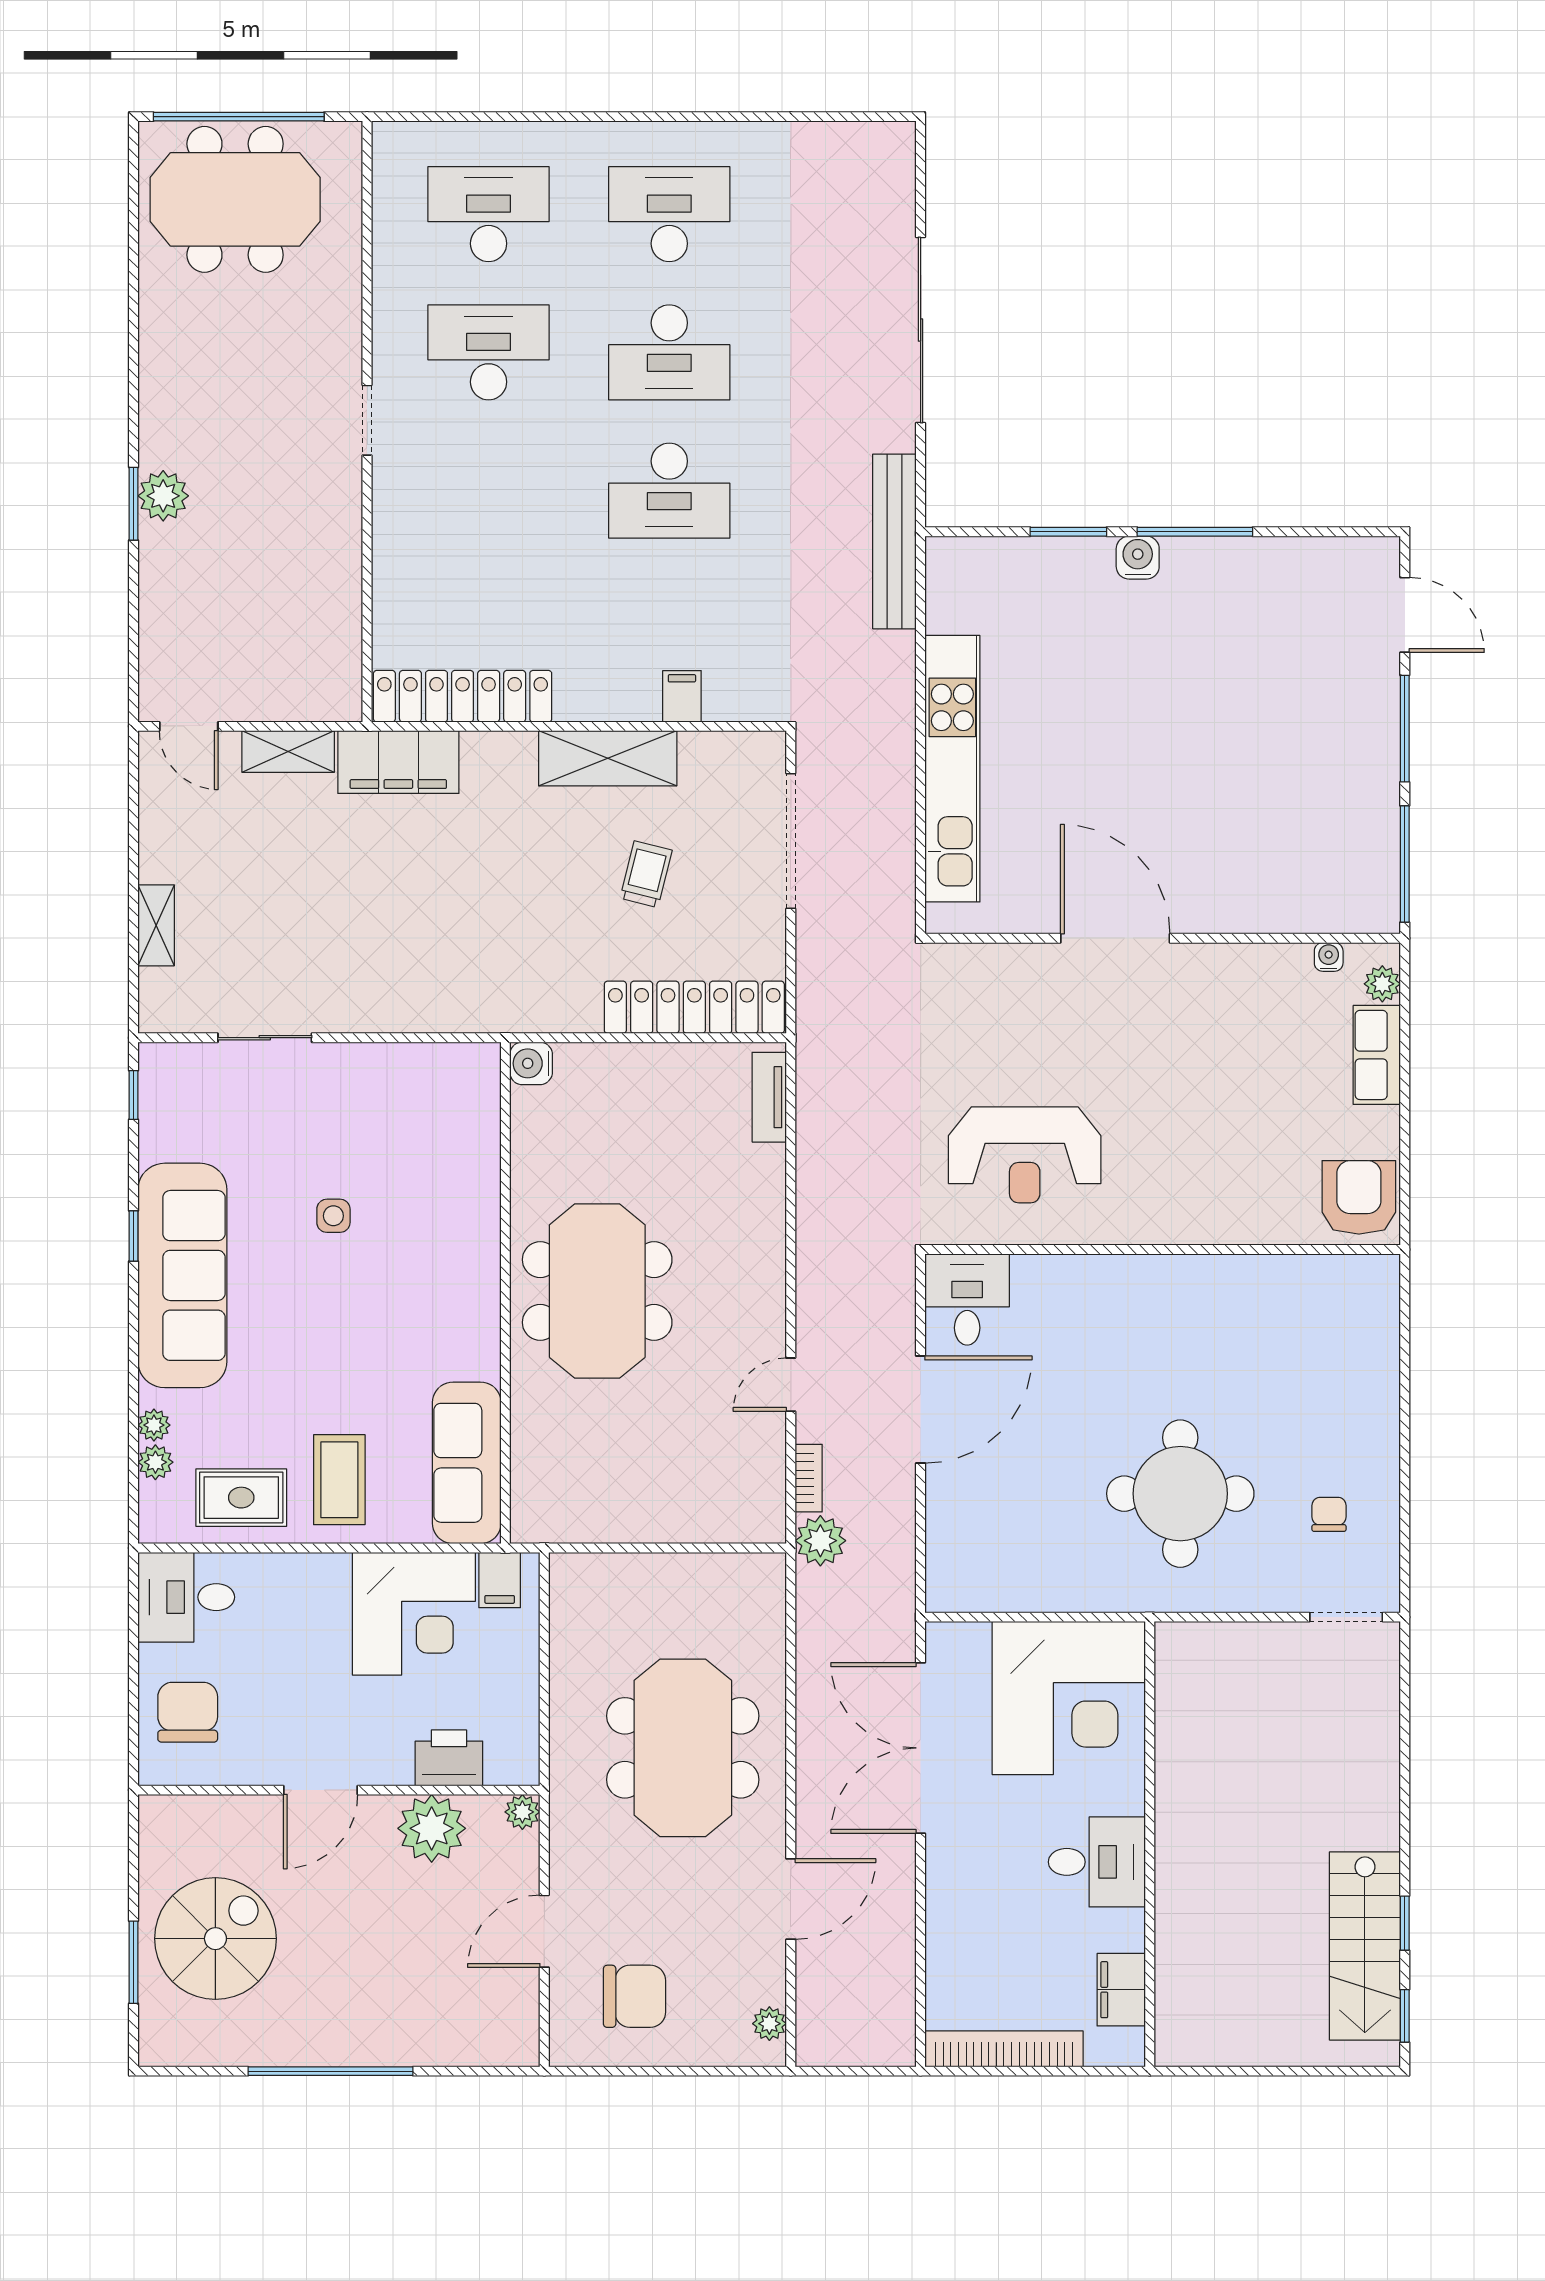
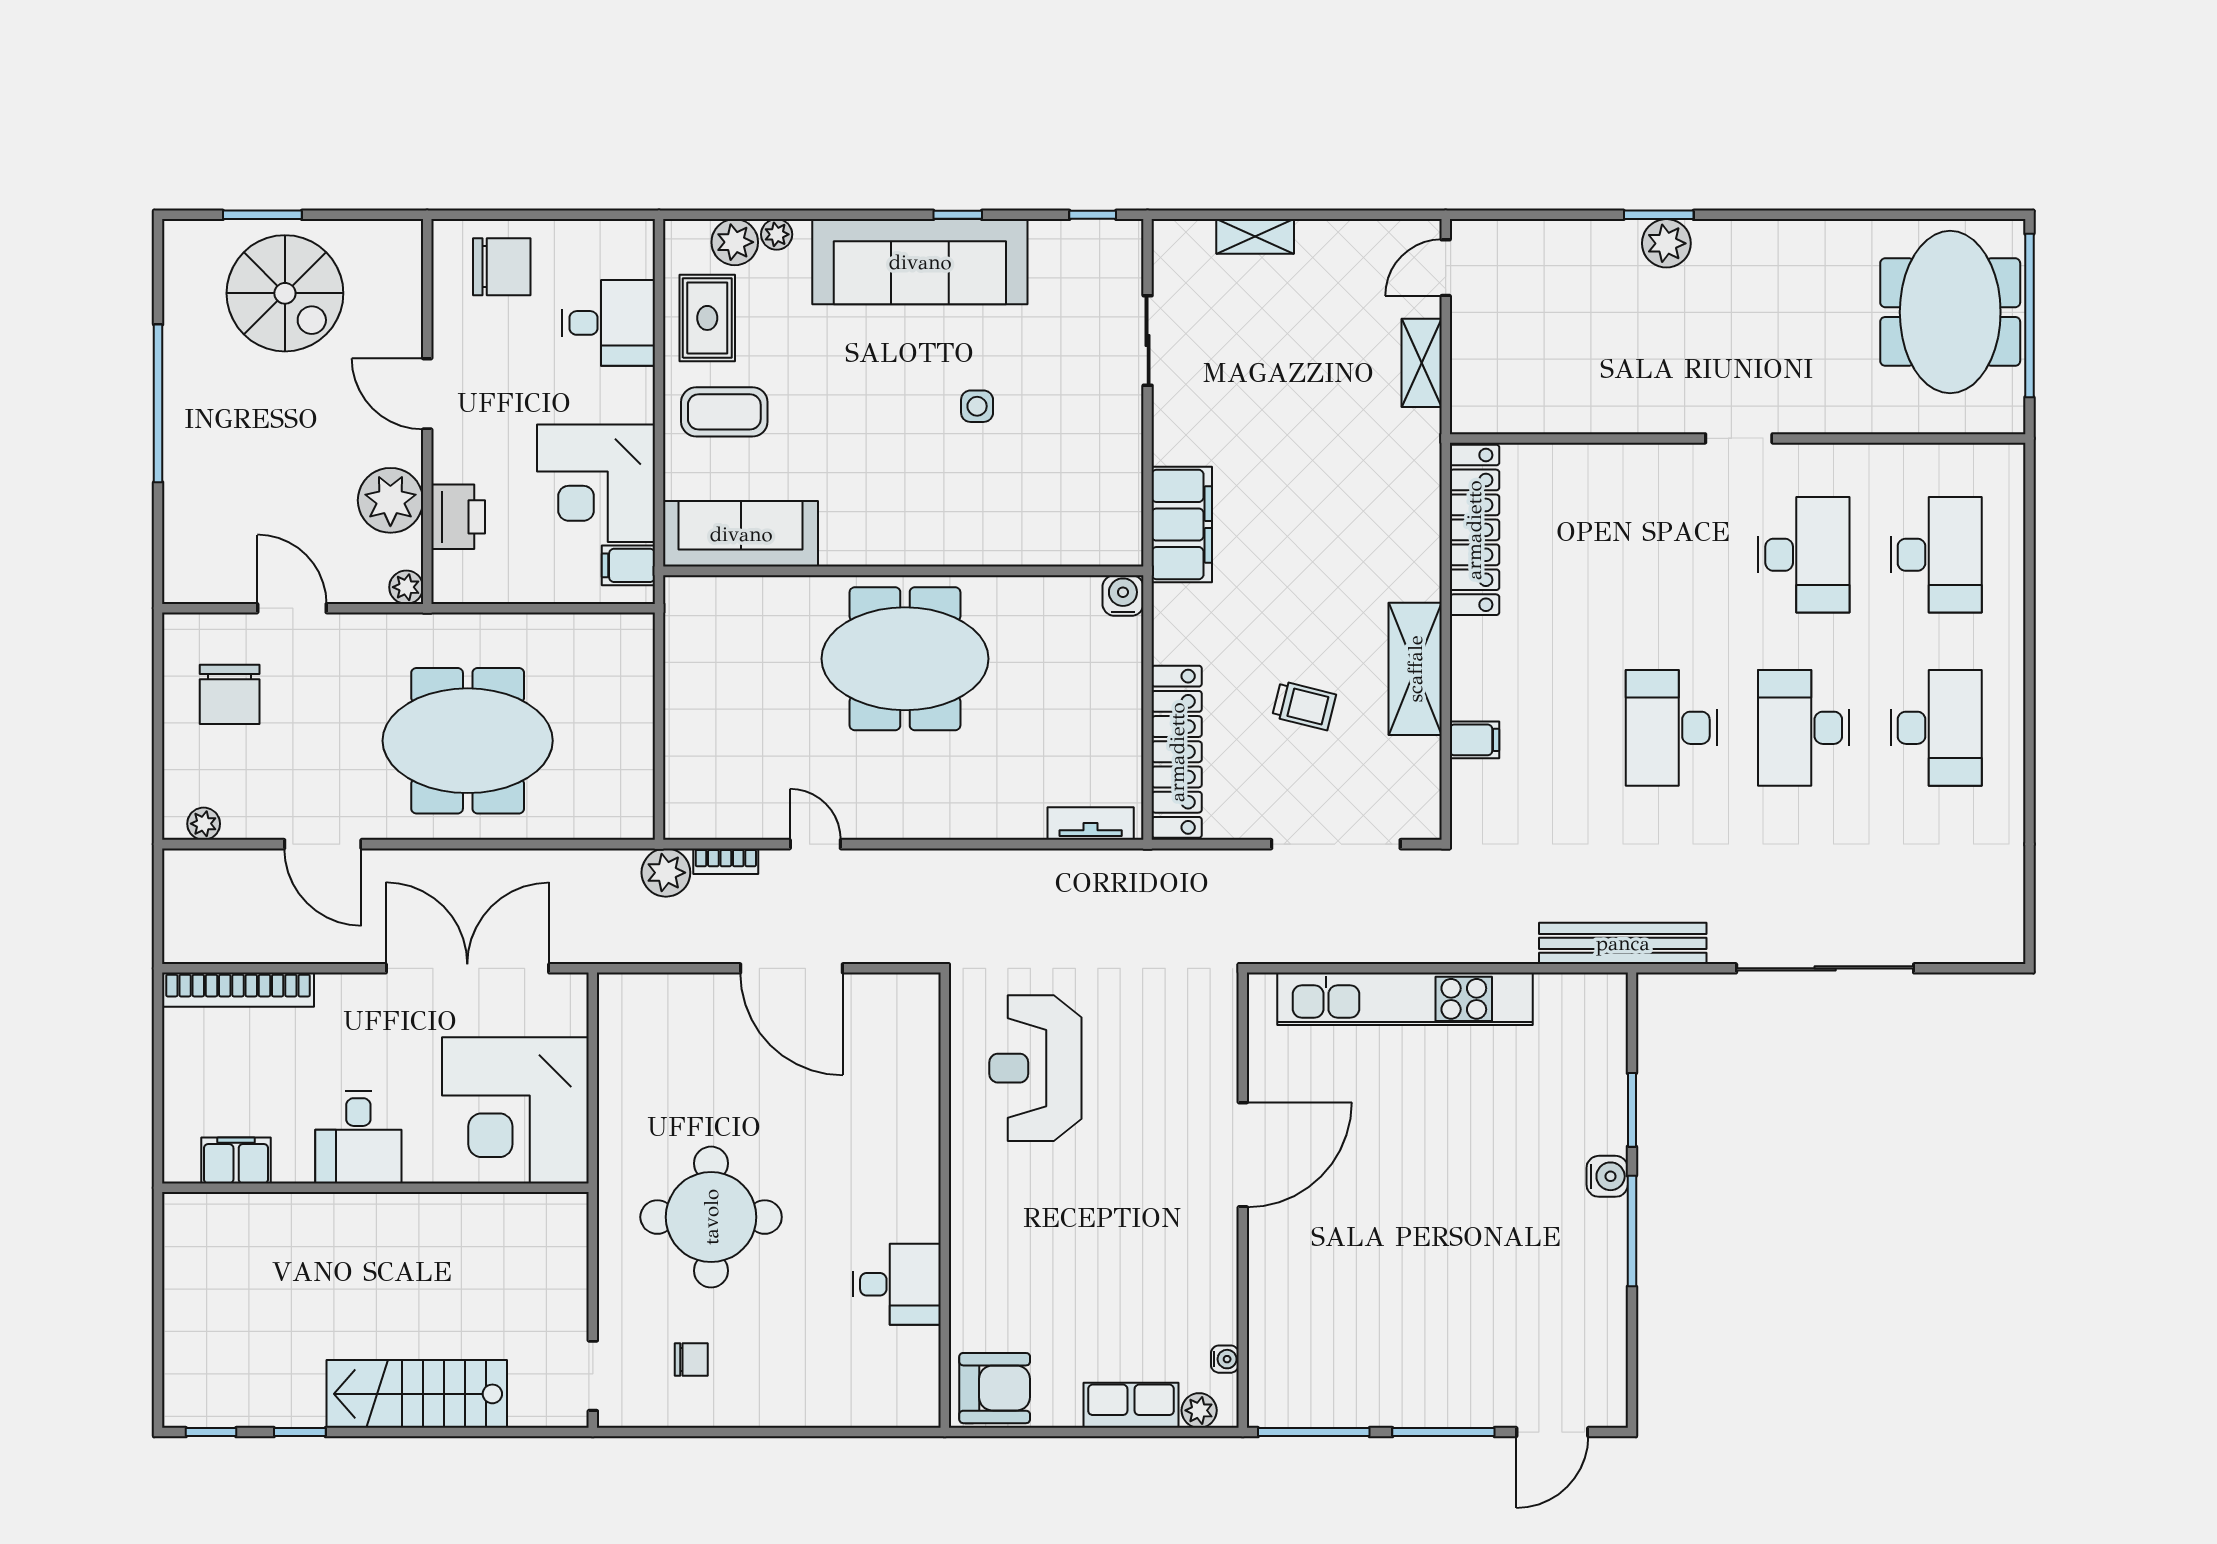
filing cabinet: (398, 762) -> (1182, 525), moved, turned 180
desk: (967, 1300) -> (897, 1284), moved
plant: (155, 1462) -> (735, 242), width x1.38, depth x1.38
desk: (186, 1597) -> (609, 323), moved, turned 90
stairs: (1365, 1946) -> (417, 1394), moved
bookcase: (1004, 2049) -> (238, 990), moved, turned 90

